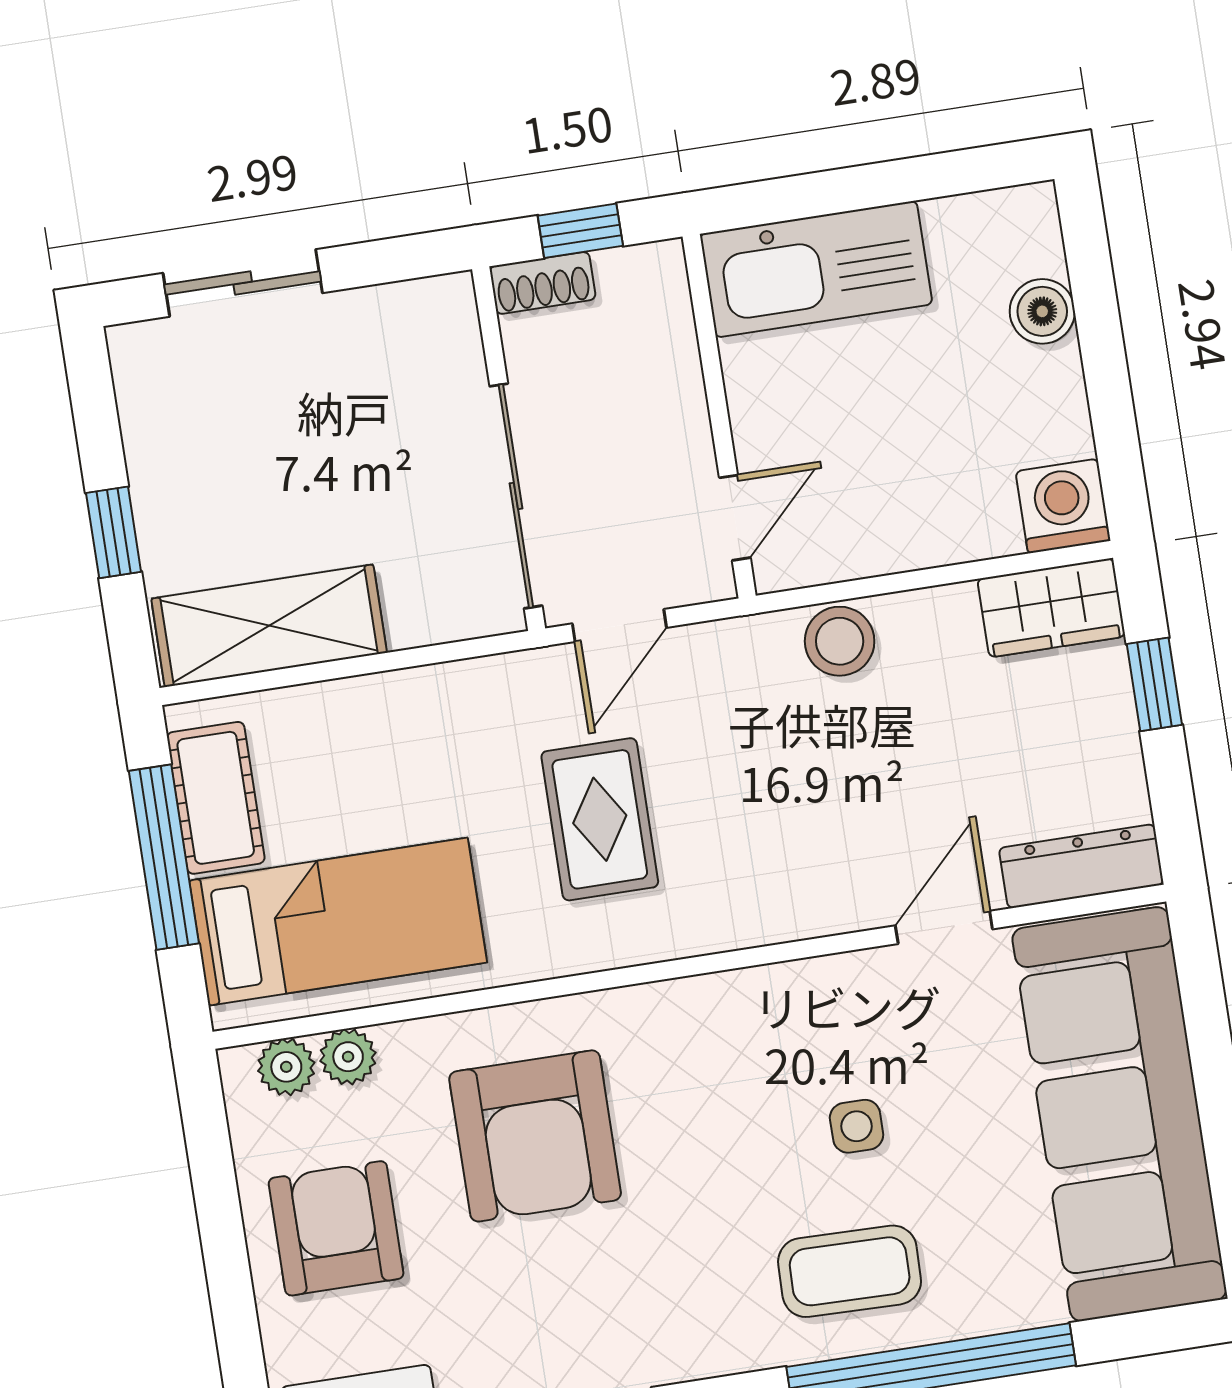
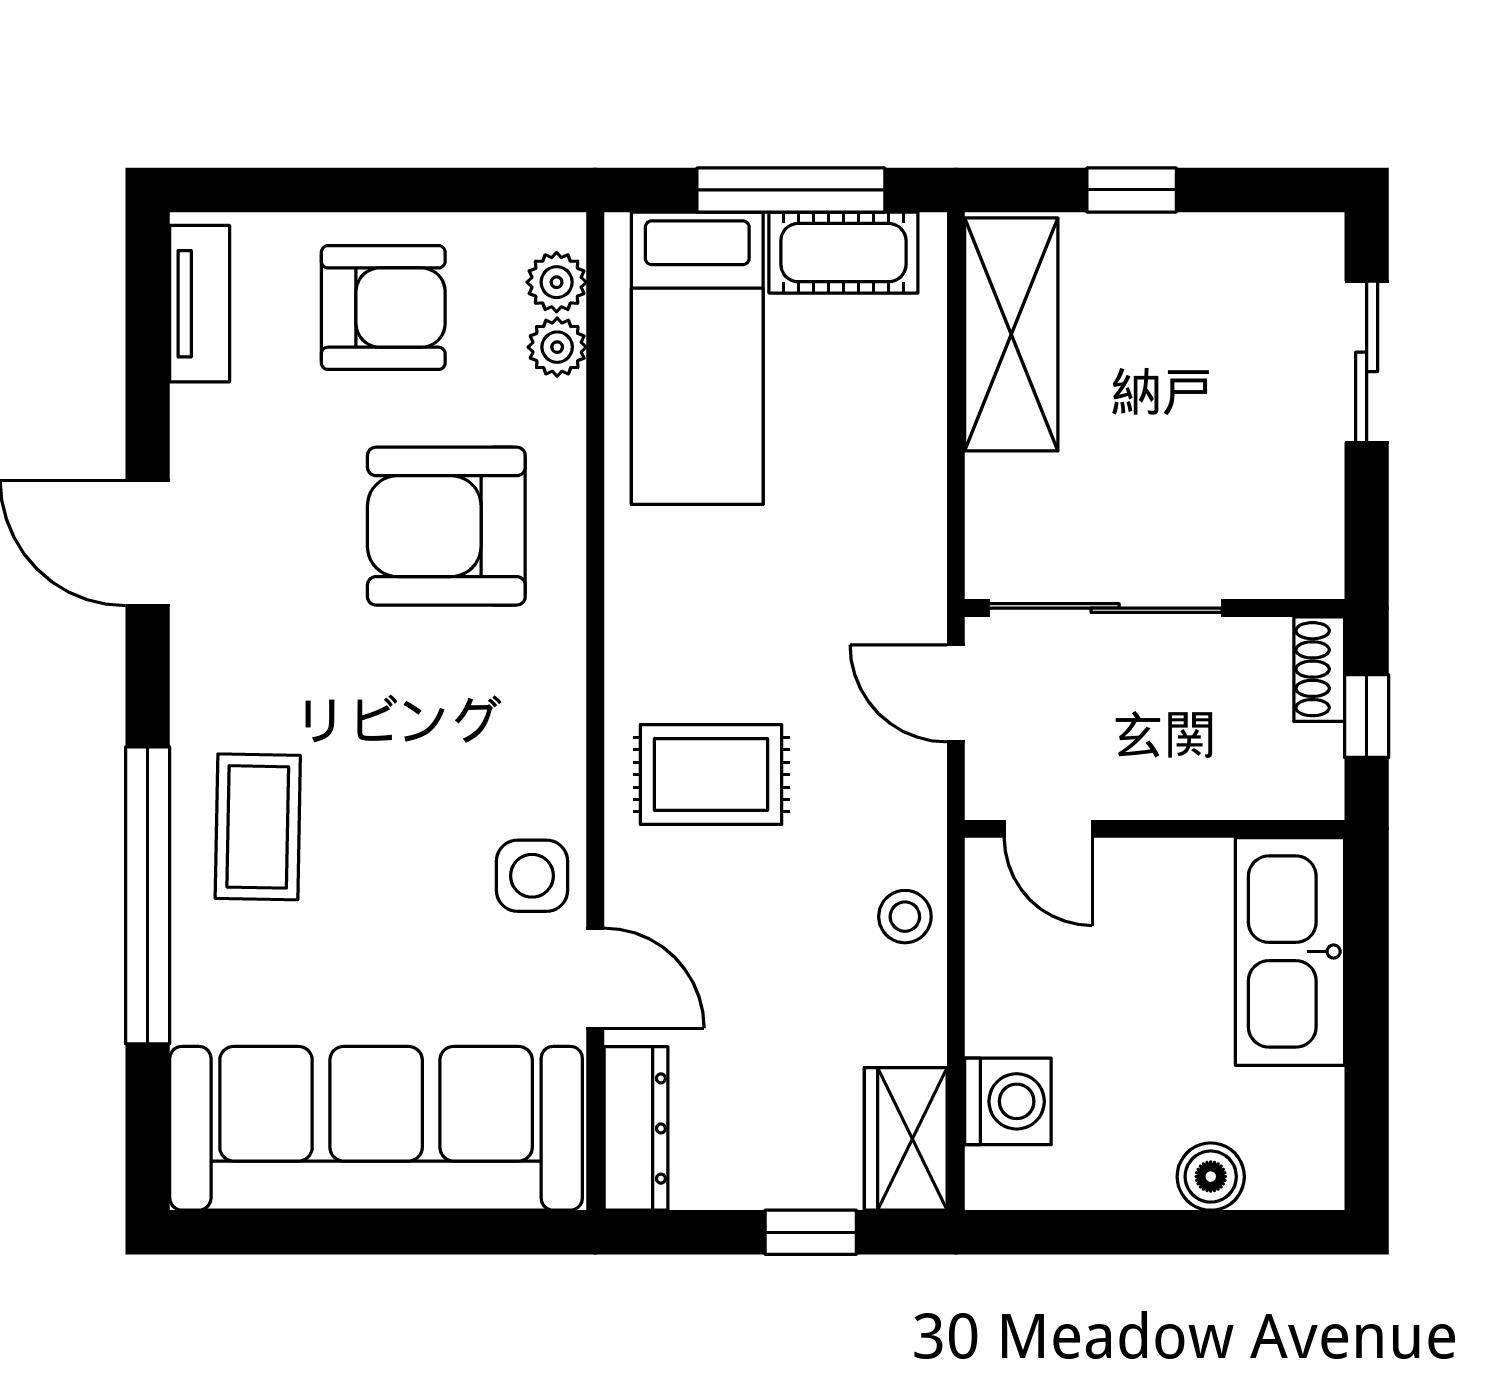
washing machine: (1063, 506) -> (1008, 1101), moved
stool: (840, 641) -> (905, 917), width x0.73, depth x0.73
rug: (600, 819) -> (711, 775), moved
side table: (857, 1126) -> (532, 876), moved, width x1.37, depth x1.37

